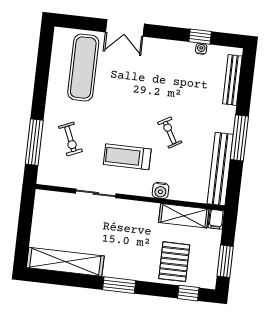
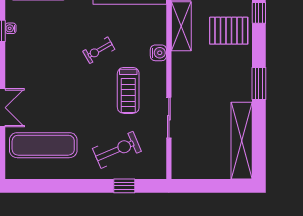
exercise bike: (70, 139) -> (117, 150), width x1.38, depth x1.39
window: (34, 142) -> (124, 186), width x0.46

